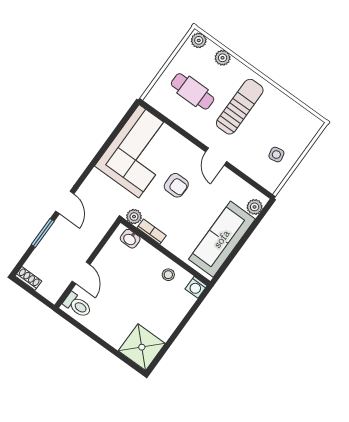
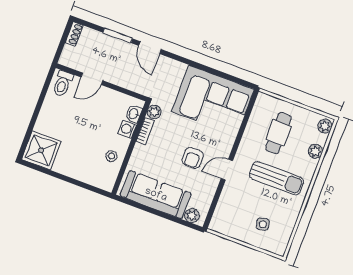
side table: (276, 155) -> (263, 224), moved
armchair: (176, 185) -> (193, 158), moved
door: (65, 202) -> (150, 48), hinge flipped
washing machine: (196, 287) -> (127, 129), moved

